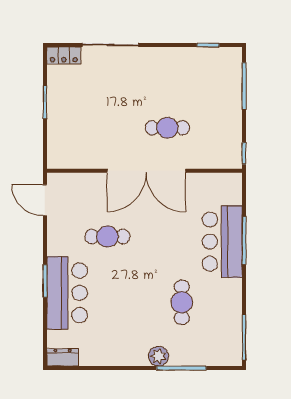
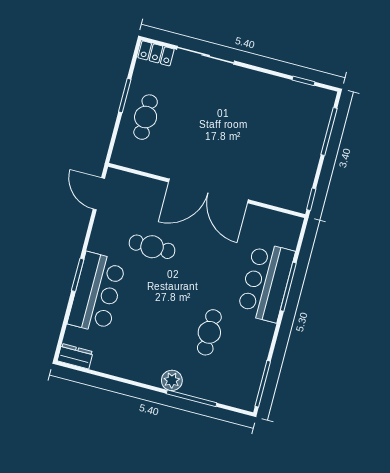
cafe table: (167, 128) -> (146, 117), moved, turned 90

